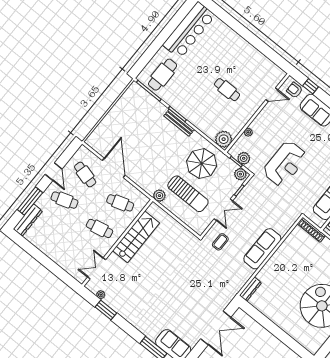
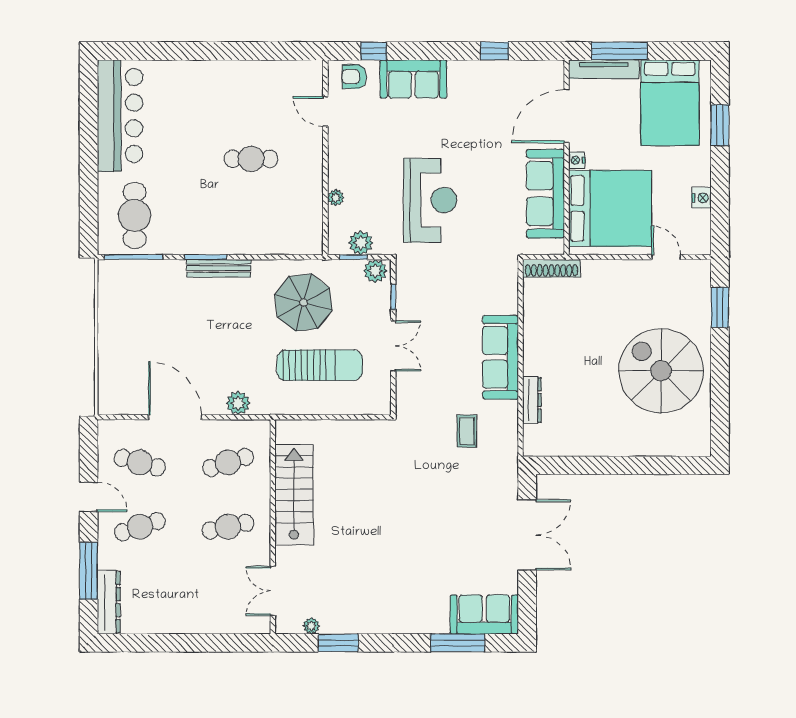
door: (272, 95) -> (325, 111), swing flipped
plant: (224, 139) -> (307, 238), removed
plant: (159, 196) -> (238, 403), moved
coffee table: (220, 242) -> (467, 431), moved
dresser: (250, 289) -> (532, 400), moved

